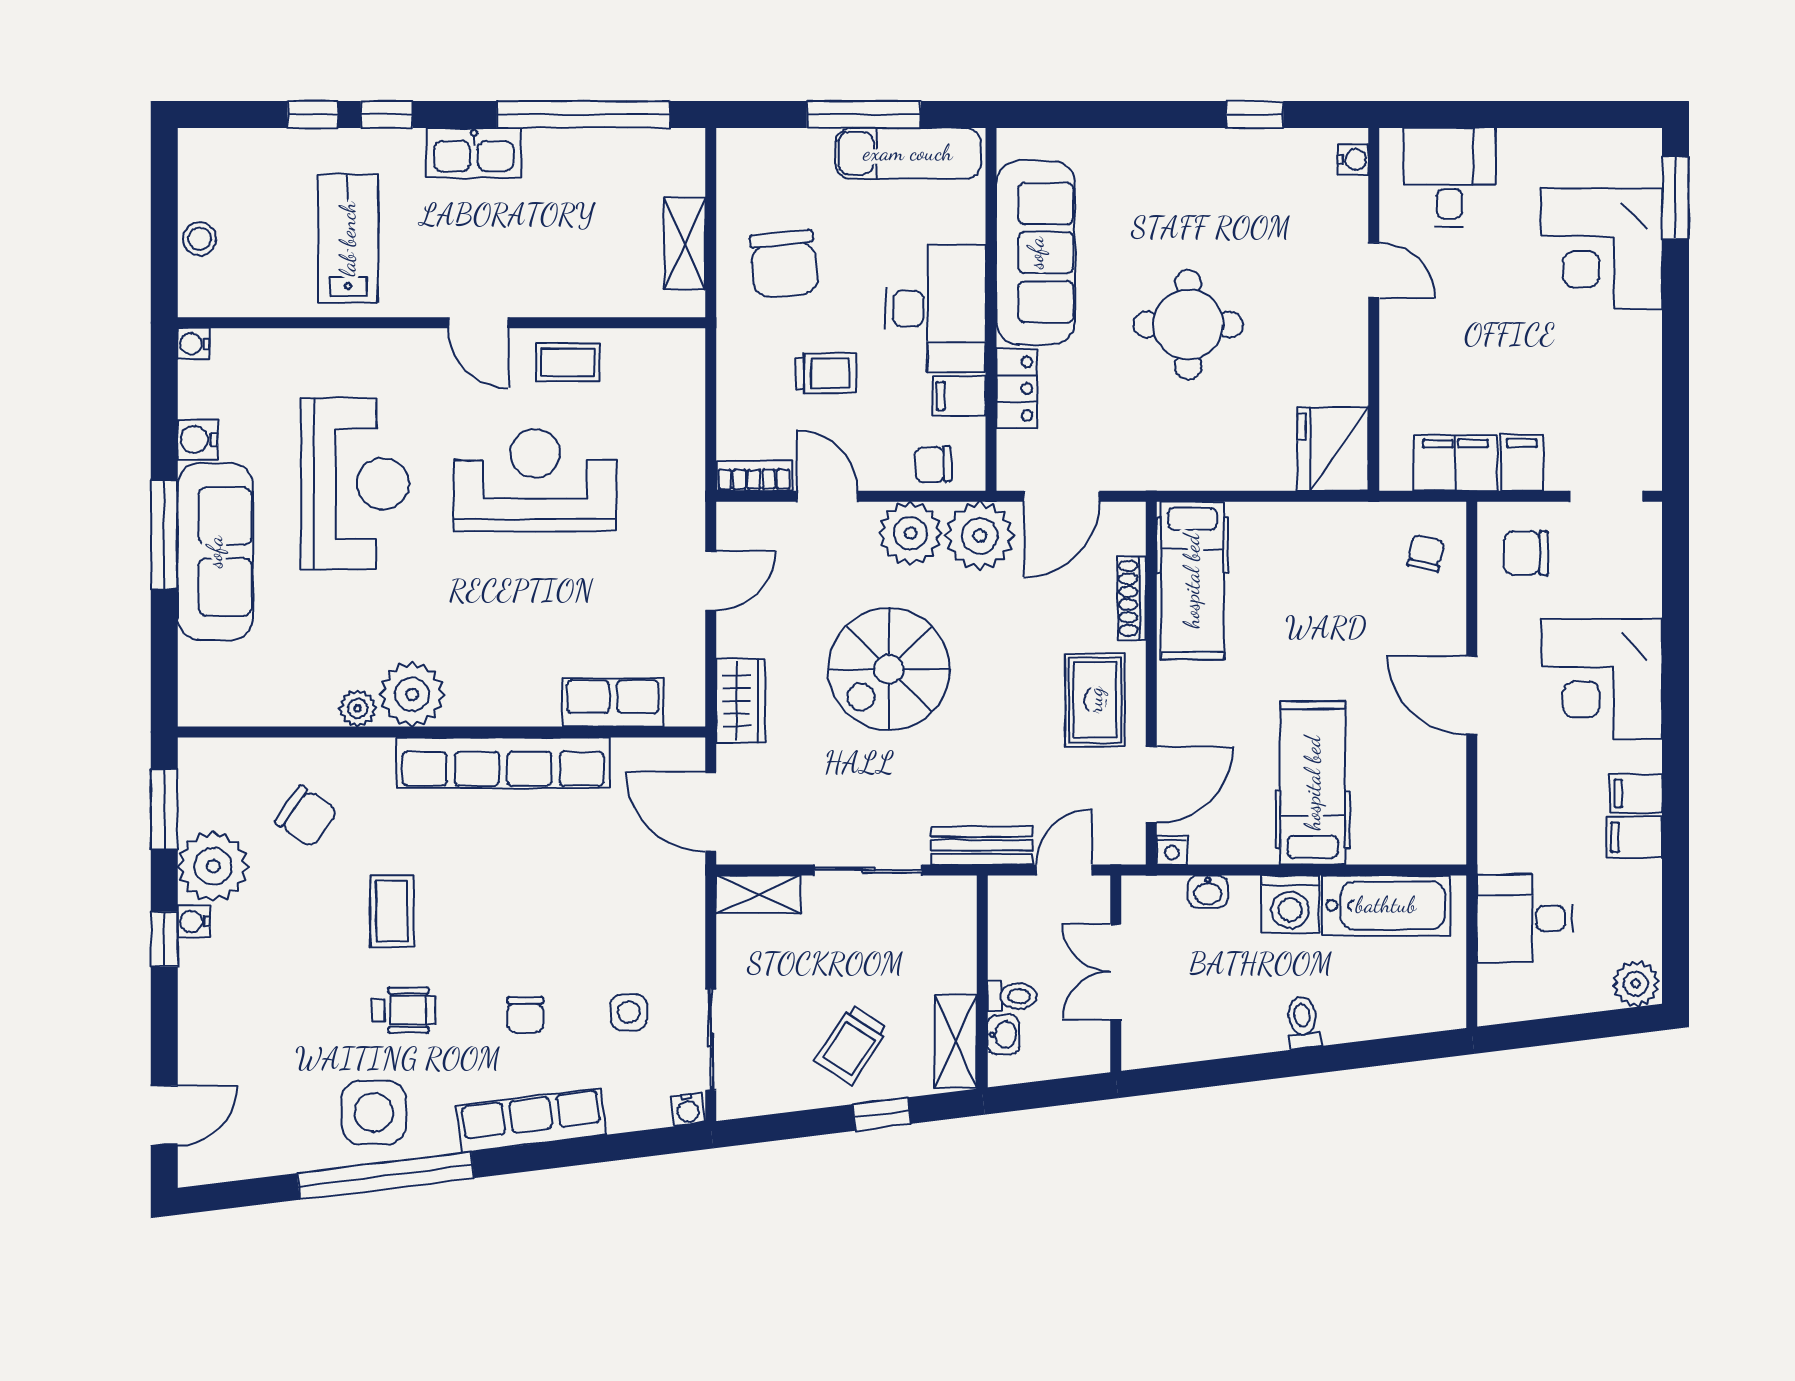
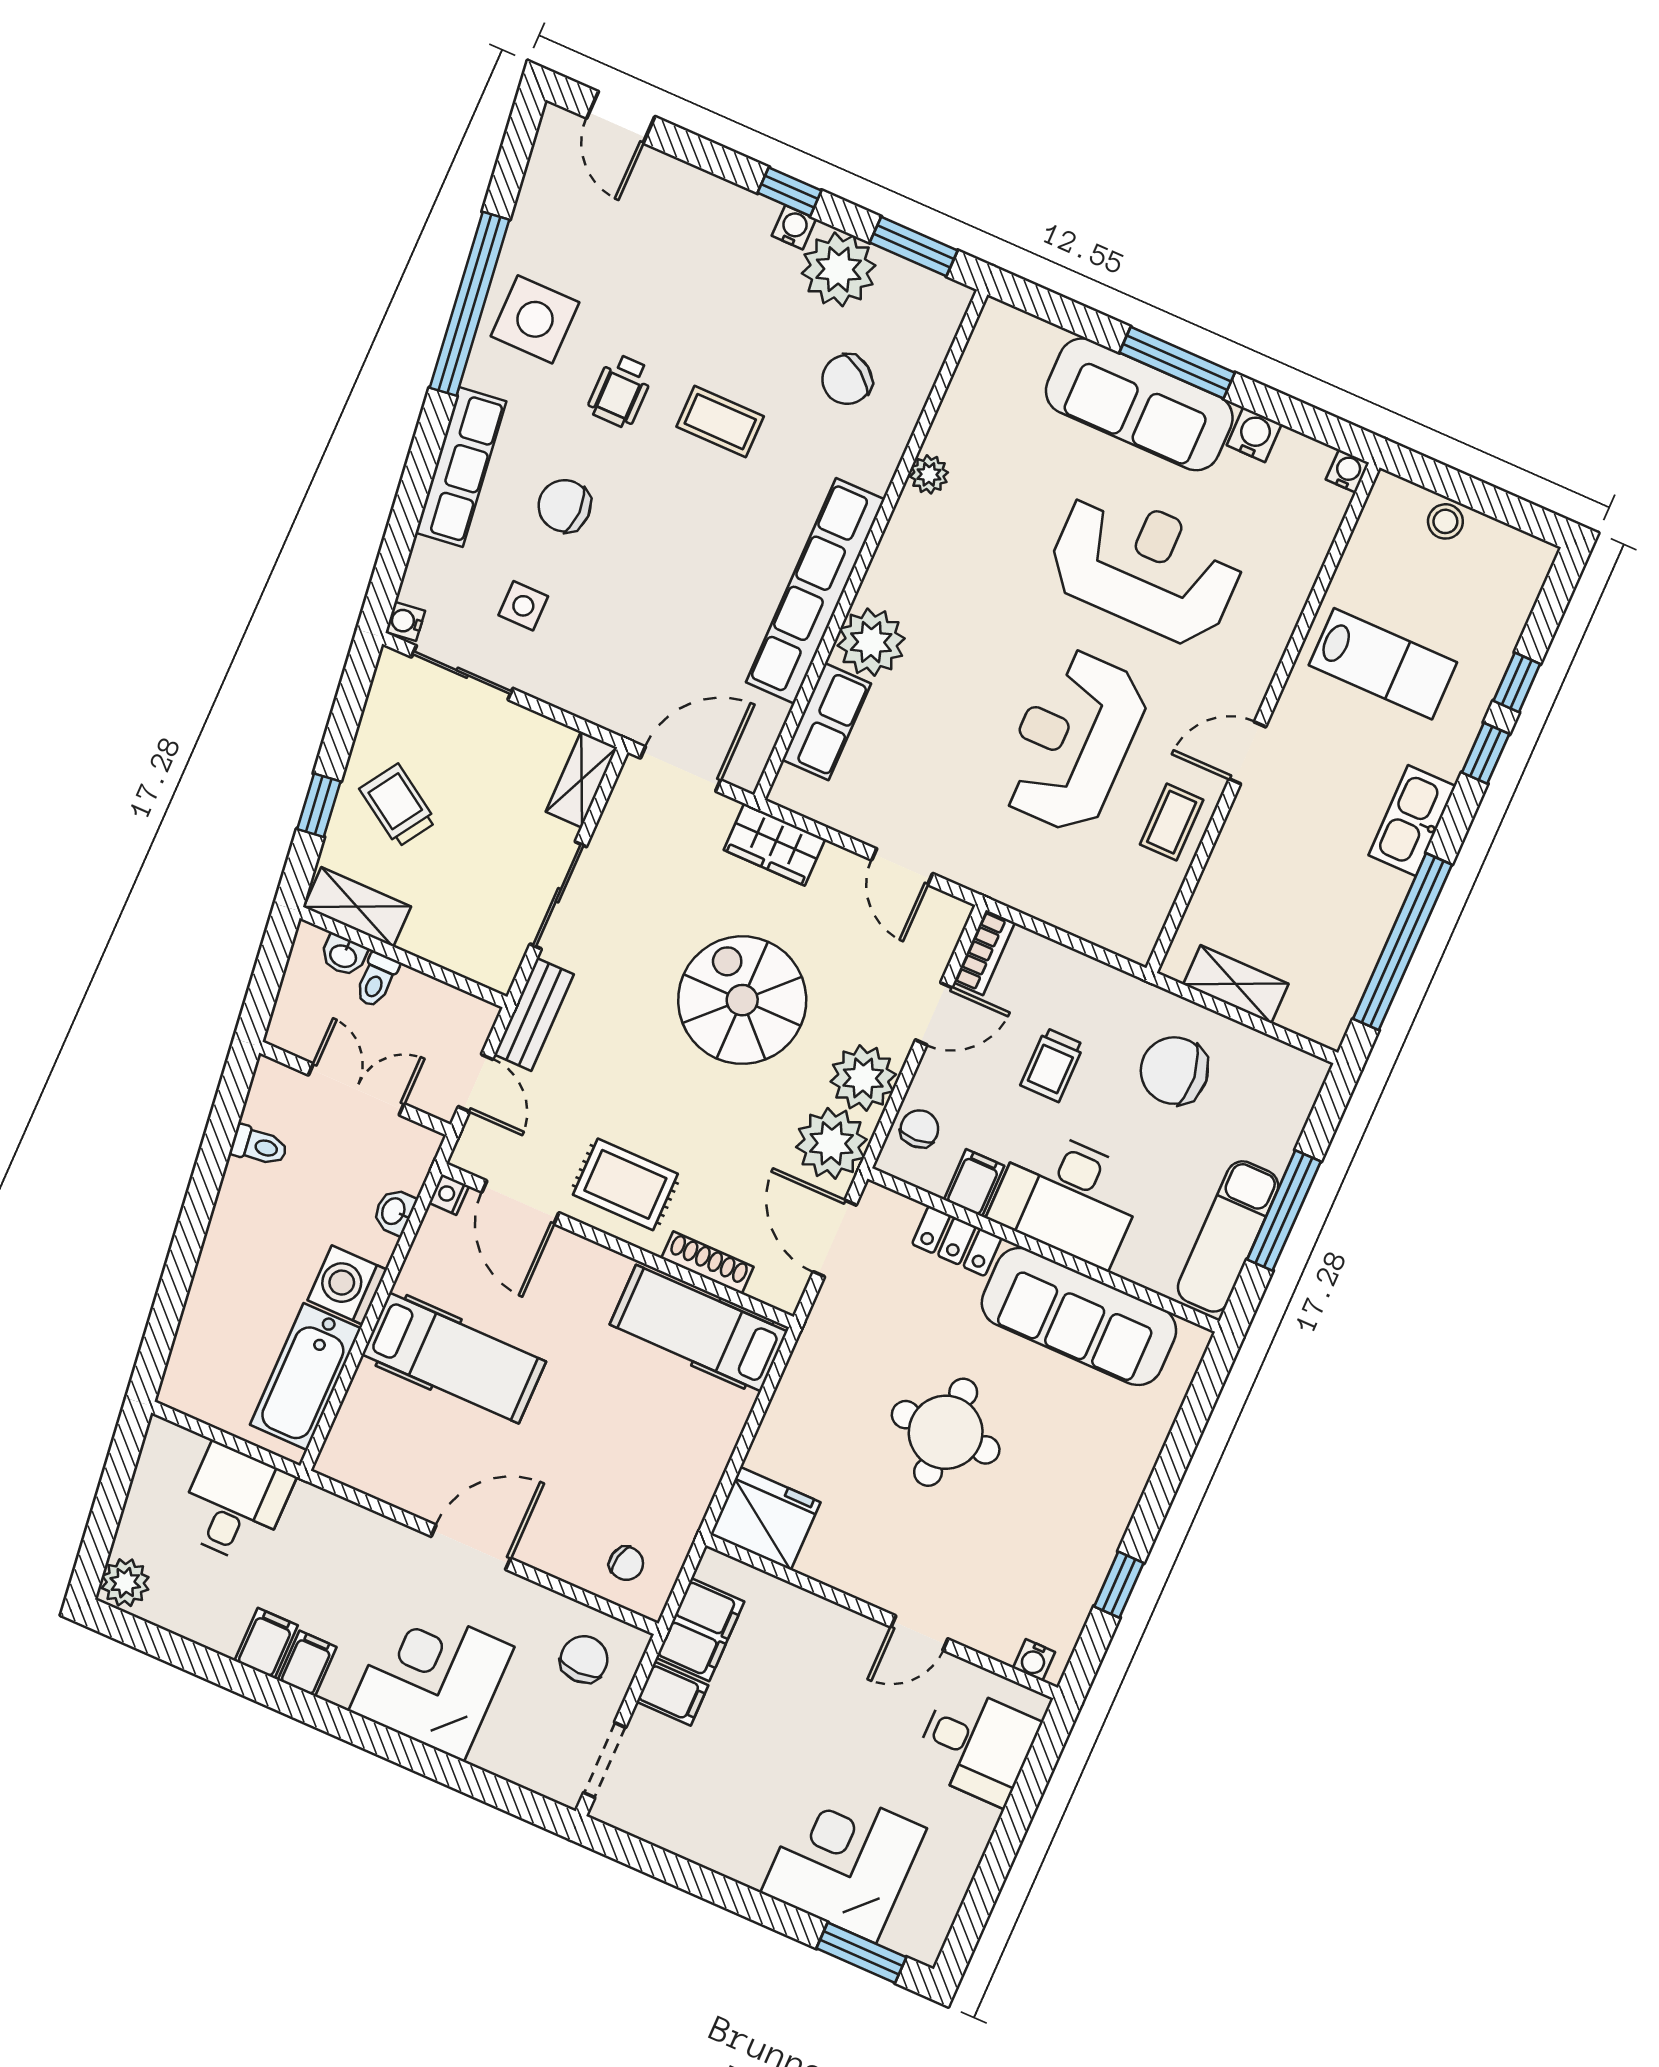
reception desk: (535, 480) -> (1073, 741), turned 180
reception desk: (355, 484) -> (1145, 567), turned 180
plant: (412, 694) -> (871, 642), moved
chair: (525, 1015) -> (564, 506), width x1.37, depth x1.37
toilet: (1303, 1022) -> (259, 1146), moved

